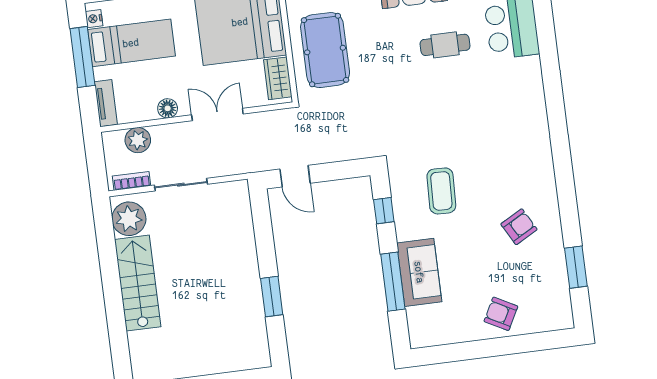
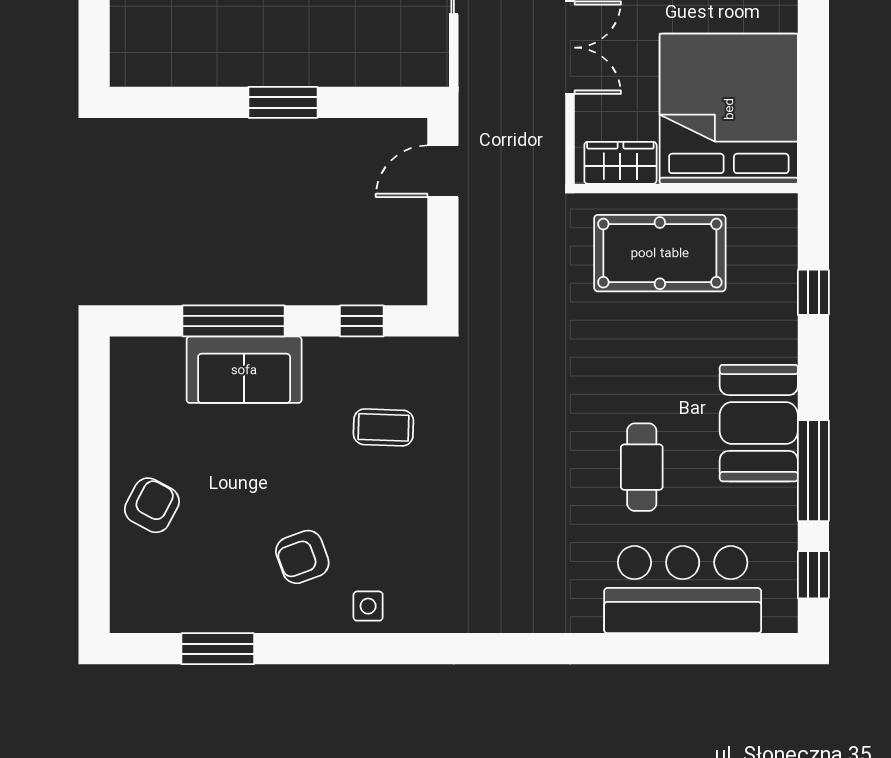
side table: (542, 187) -> (368, 606), added
coffee table: (441, 191) -> (383, 427), width x0.73, depth x0.77
armchair: (519, 227) -> (302, 557), turned 99
window: (272, 296) -> (283, 102), moved

